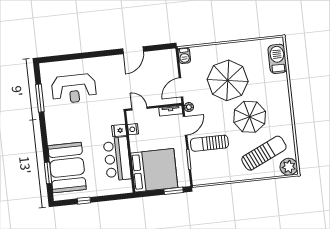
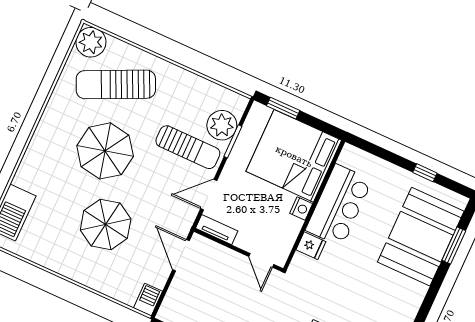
parasol: (228, 80) -> (106, 224), width x0.73, depth x0.73
door: (181, 87) -> (181, 255), swing flipped
plant: (189, 107) -> (222, 125), moved, width x1.88, depth x1.88
nightstand: (133, 129) -> (301, 209), moved

